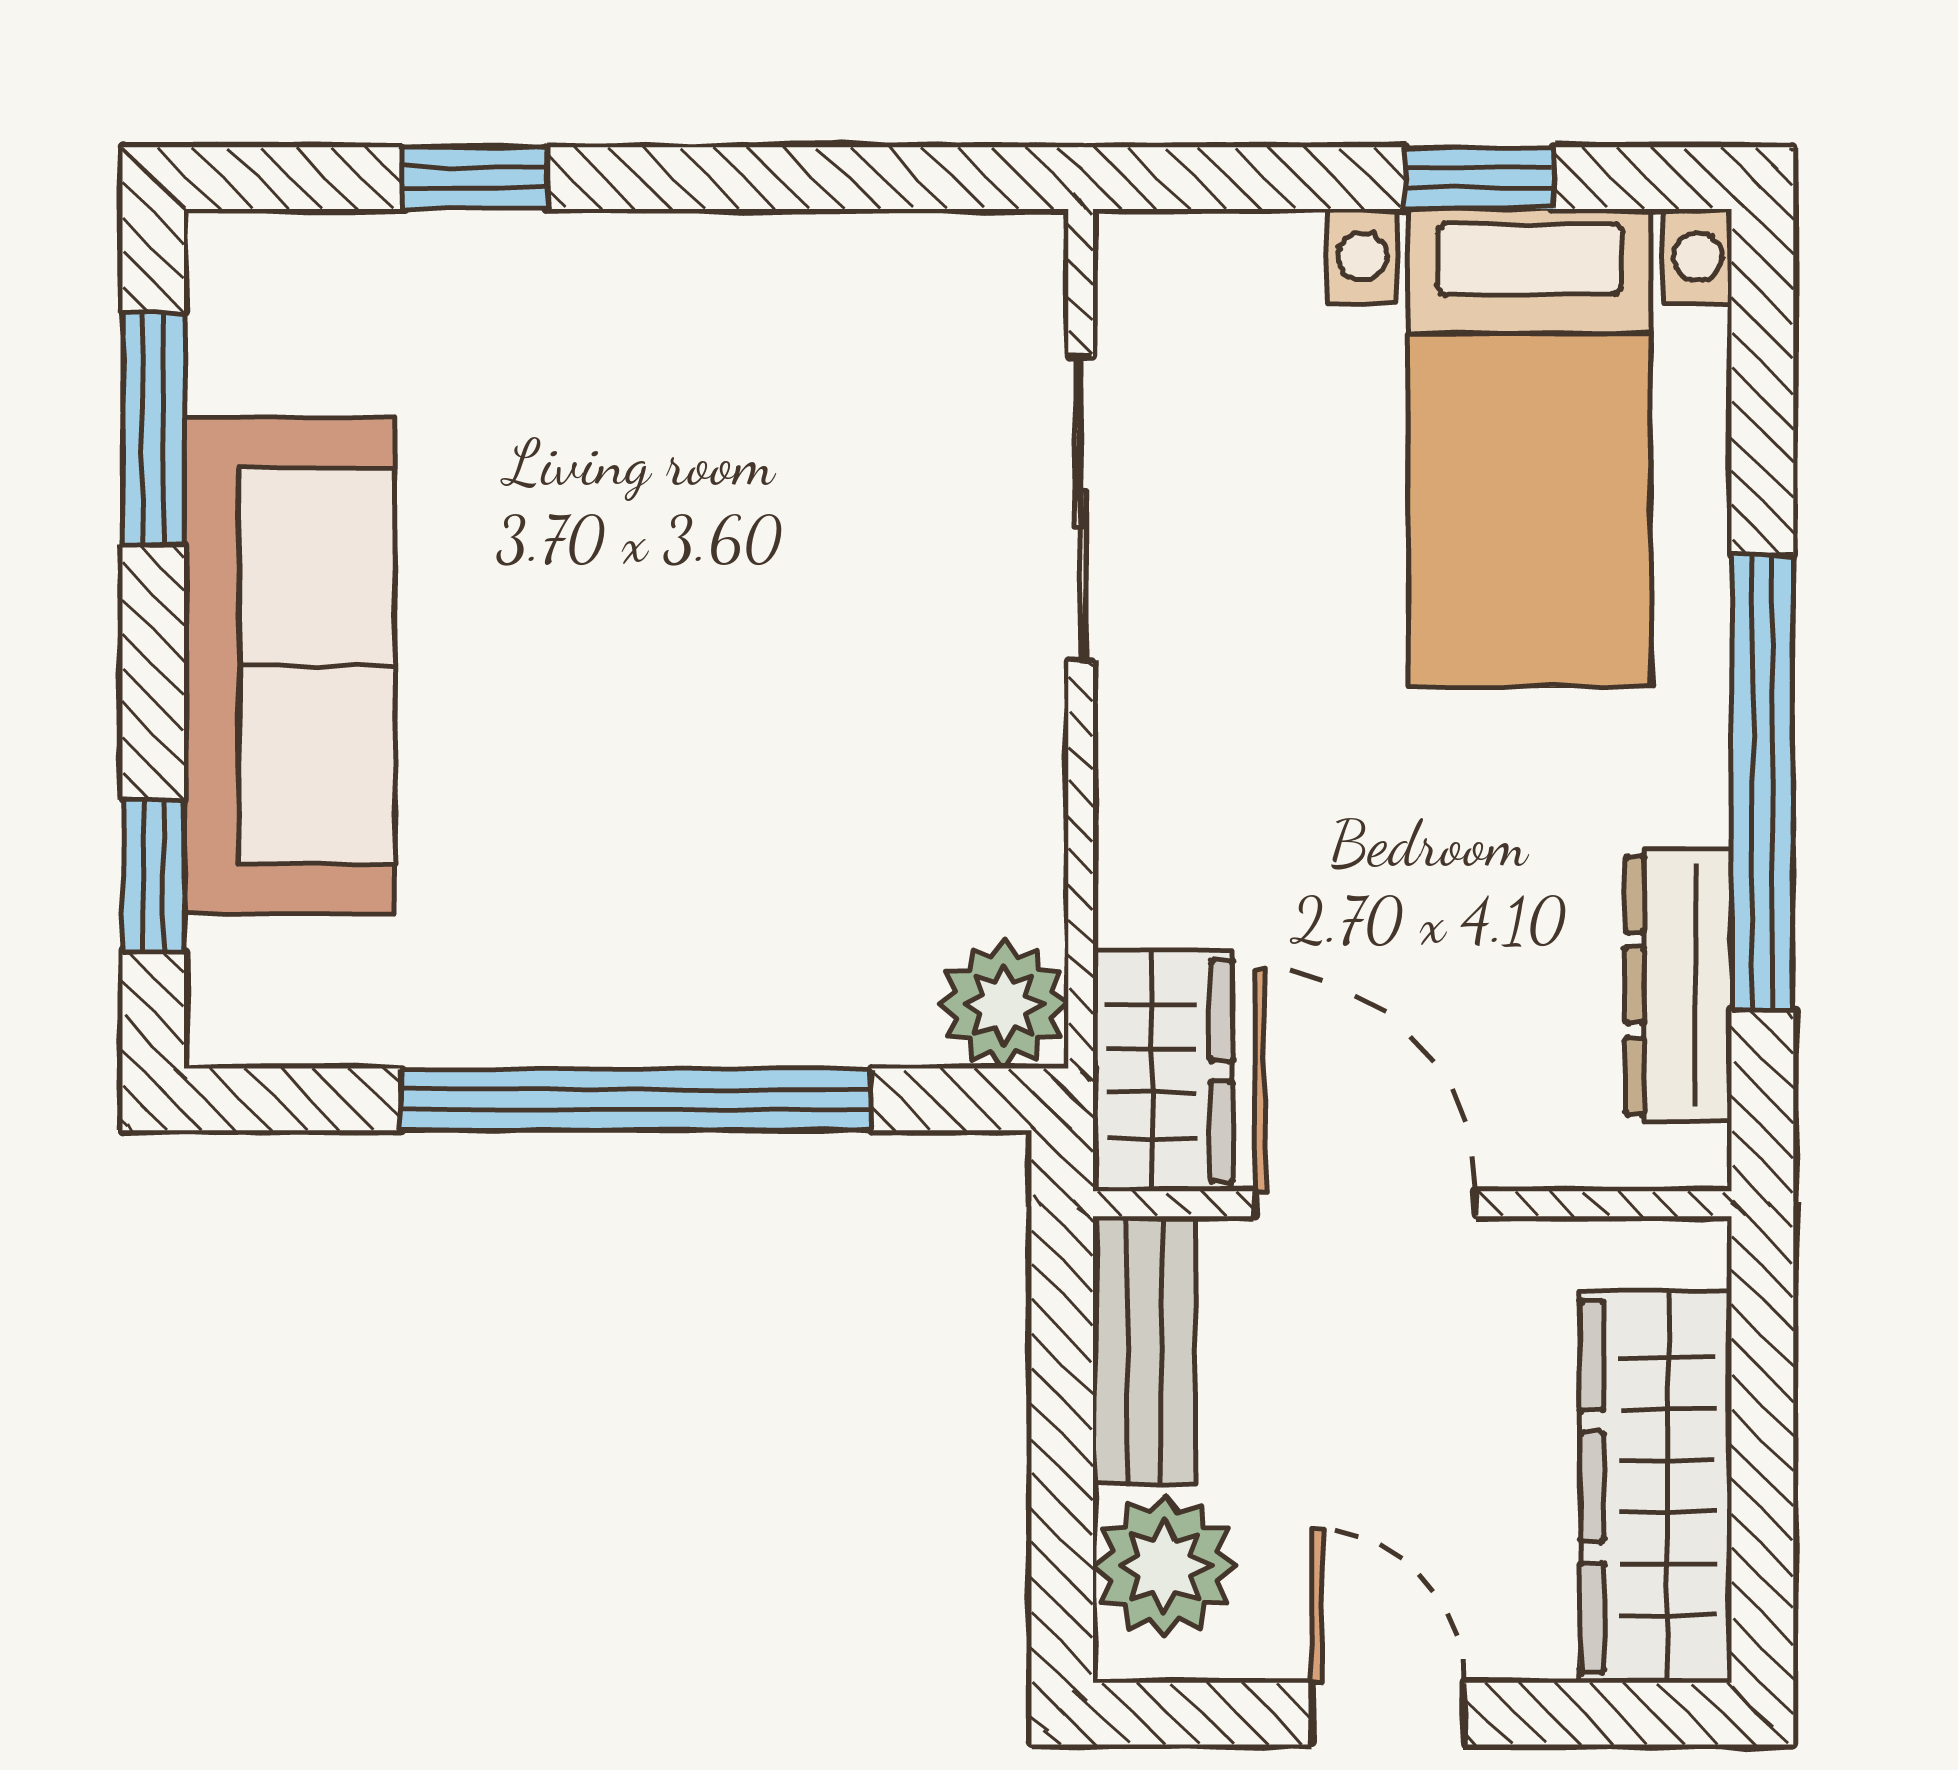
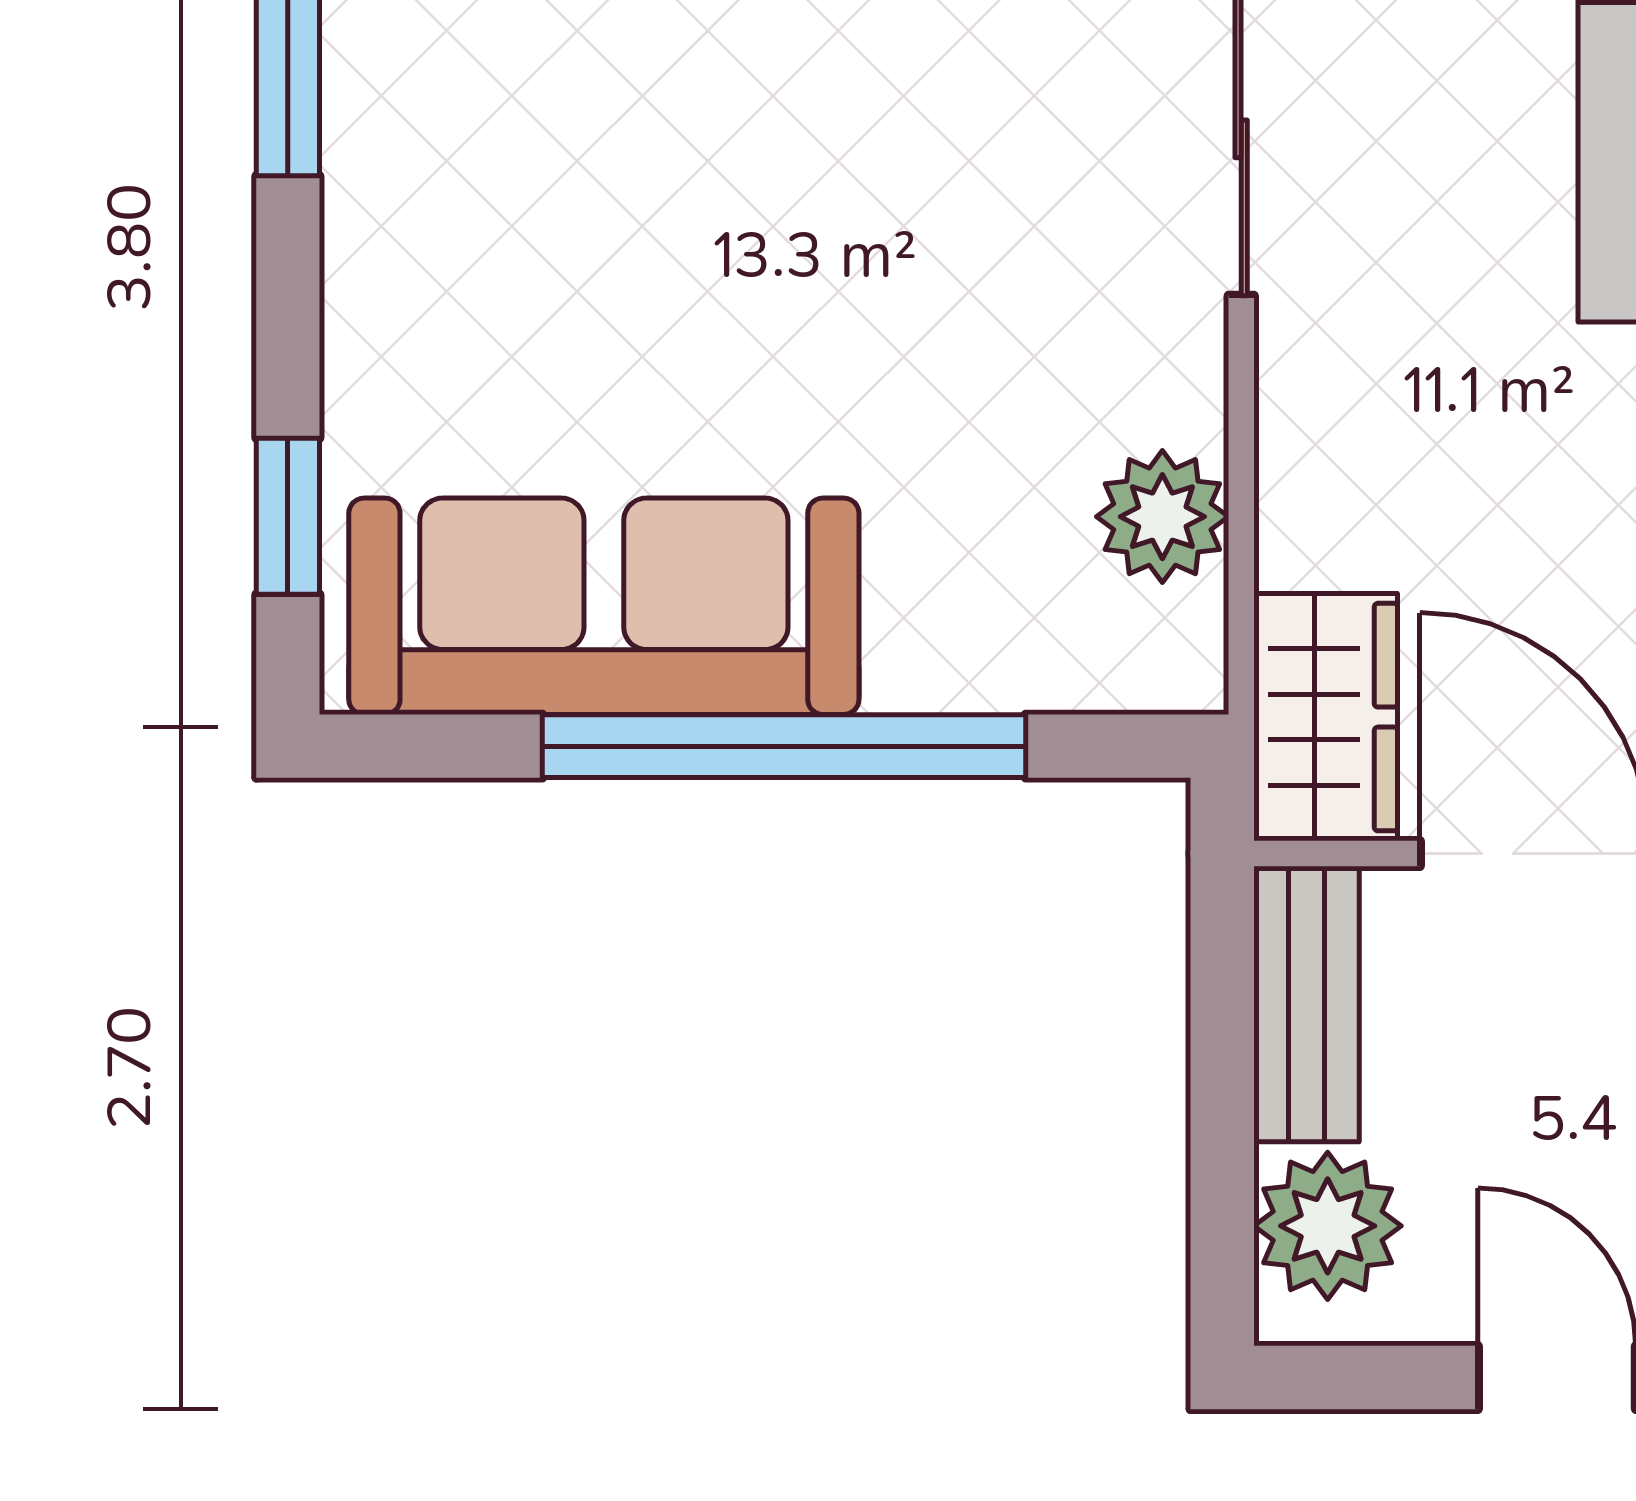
sofa: (289, 666) -> (604, 606), moved, turned -90
plant: (1004, 1004) -> (1162, 517), moved

